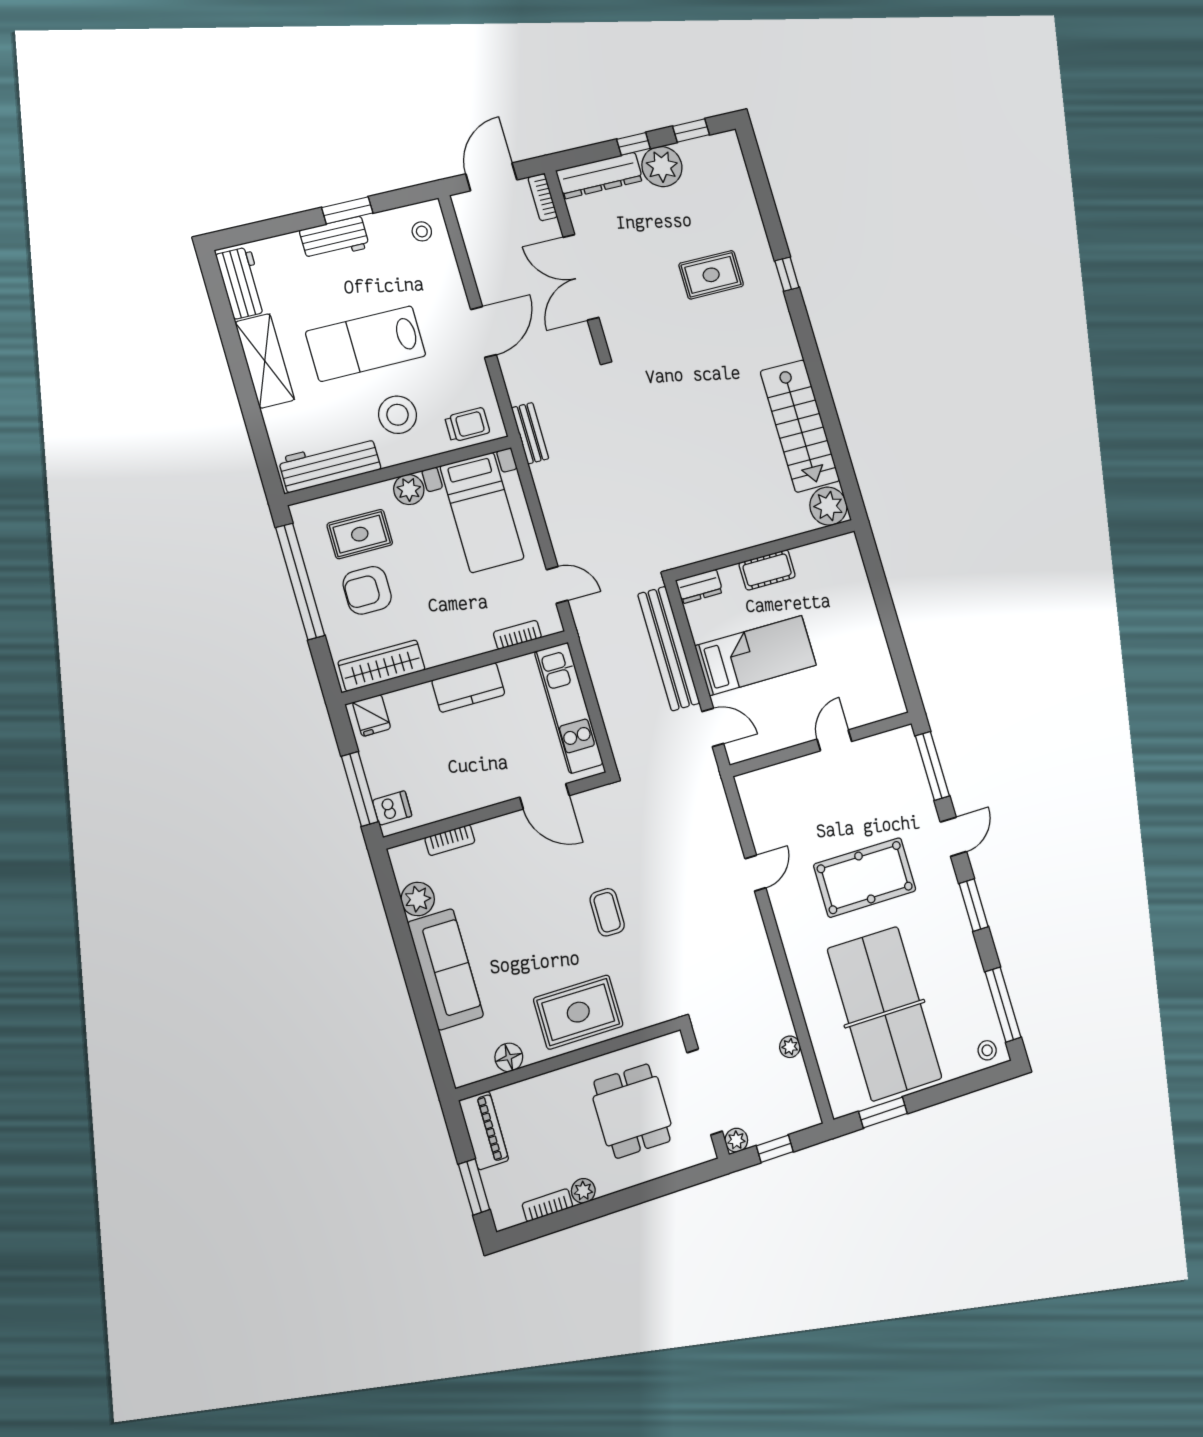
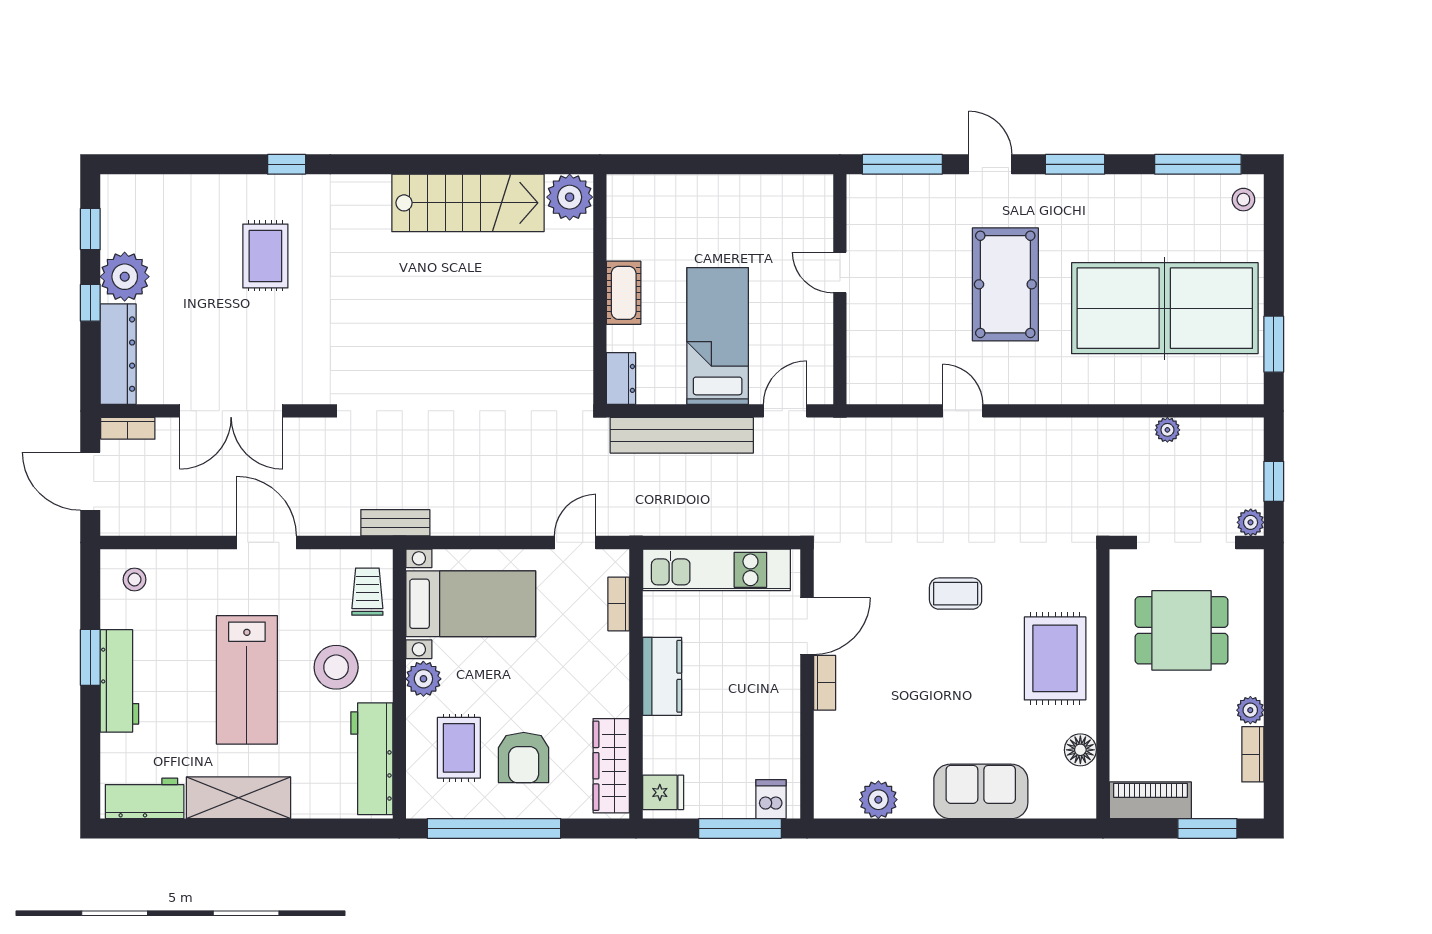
workbench: (334, 239) -> (119, 681), width x1.38
bookcase: (450, 840) -> (825, 683), moved
sofa: (446, 969) -> (981, 791), width x0.73

